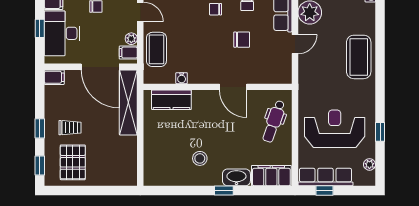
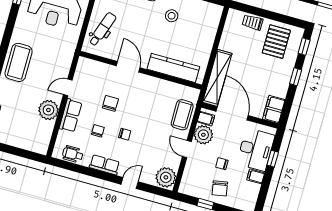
plant: (131, 39) -> (203, 135), width x1.87, depth x1.87
chair: (242, 40) -> (110, 103), turned 90
filing cabinet: (54, 77) -> (274, 109), width x2.00
water cooler: (182, 78) -> (168, 86), removed
kitchen counter: (171, 100) -> (173, 68), width x1.50
trolley: (70, 128) -> (253, 22), moved

